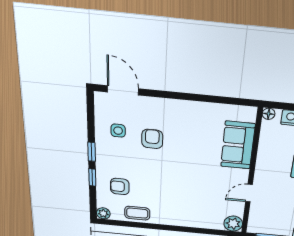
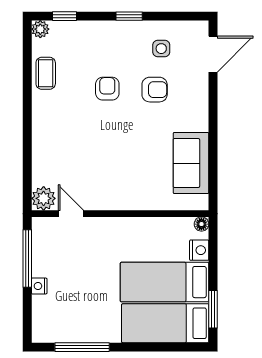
sofa: (238, 145) -> (191, 163), moved, turned -90
window: (92, 177) -> (65, 16), moved
armchair: (120, 186) -> (107, 89), moved
door: (249, 193) -> (71, 214), moved

